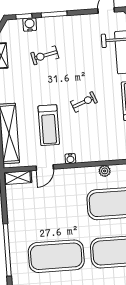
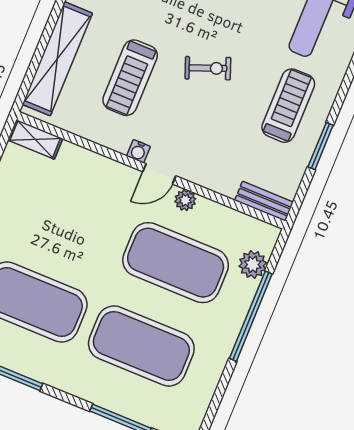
door: (45, 167) -> (159, 174), moved

